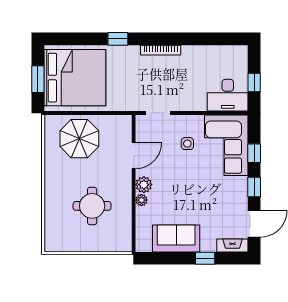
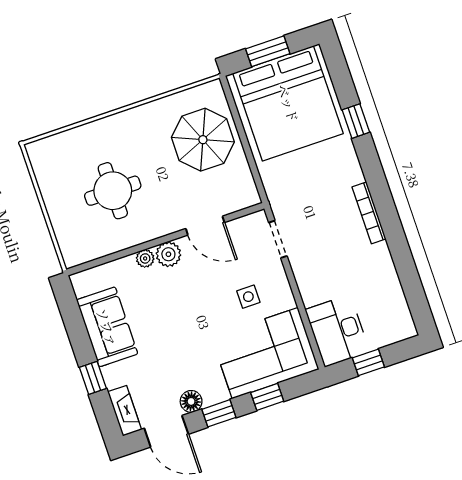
window: (118, 39) -> (356, 121), moved
floor lamp: (241, 202) -> (191, 401), added

